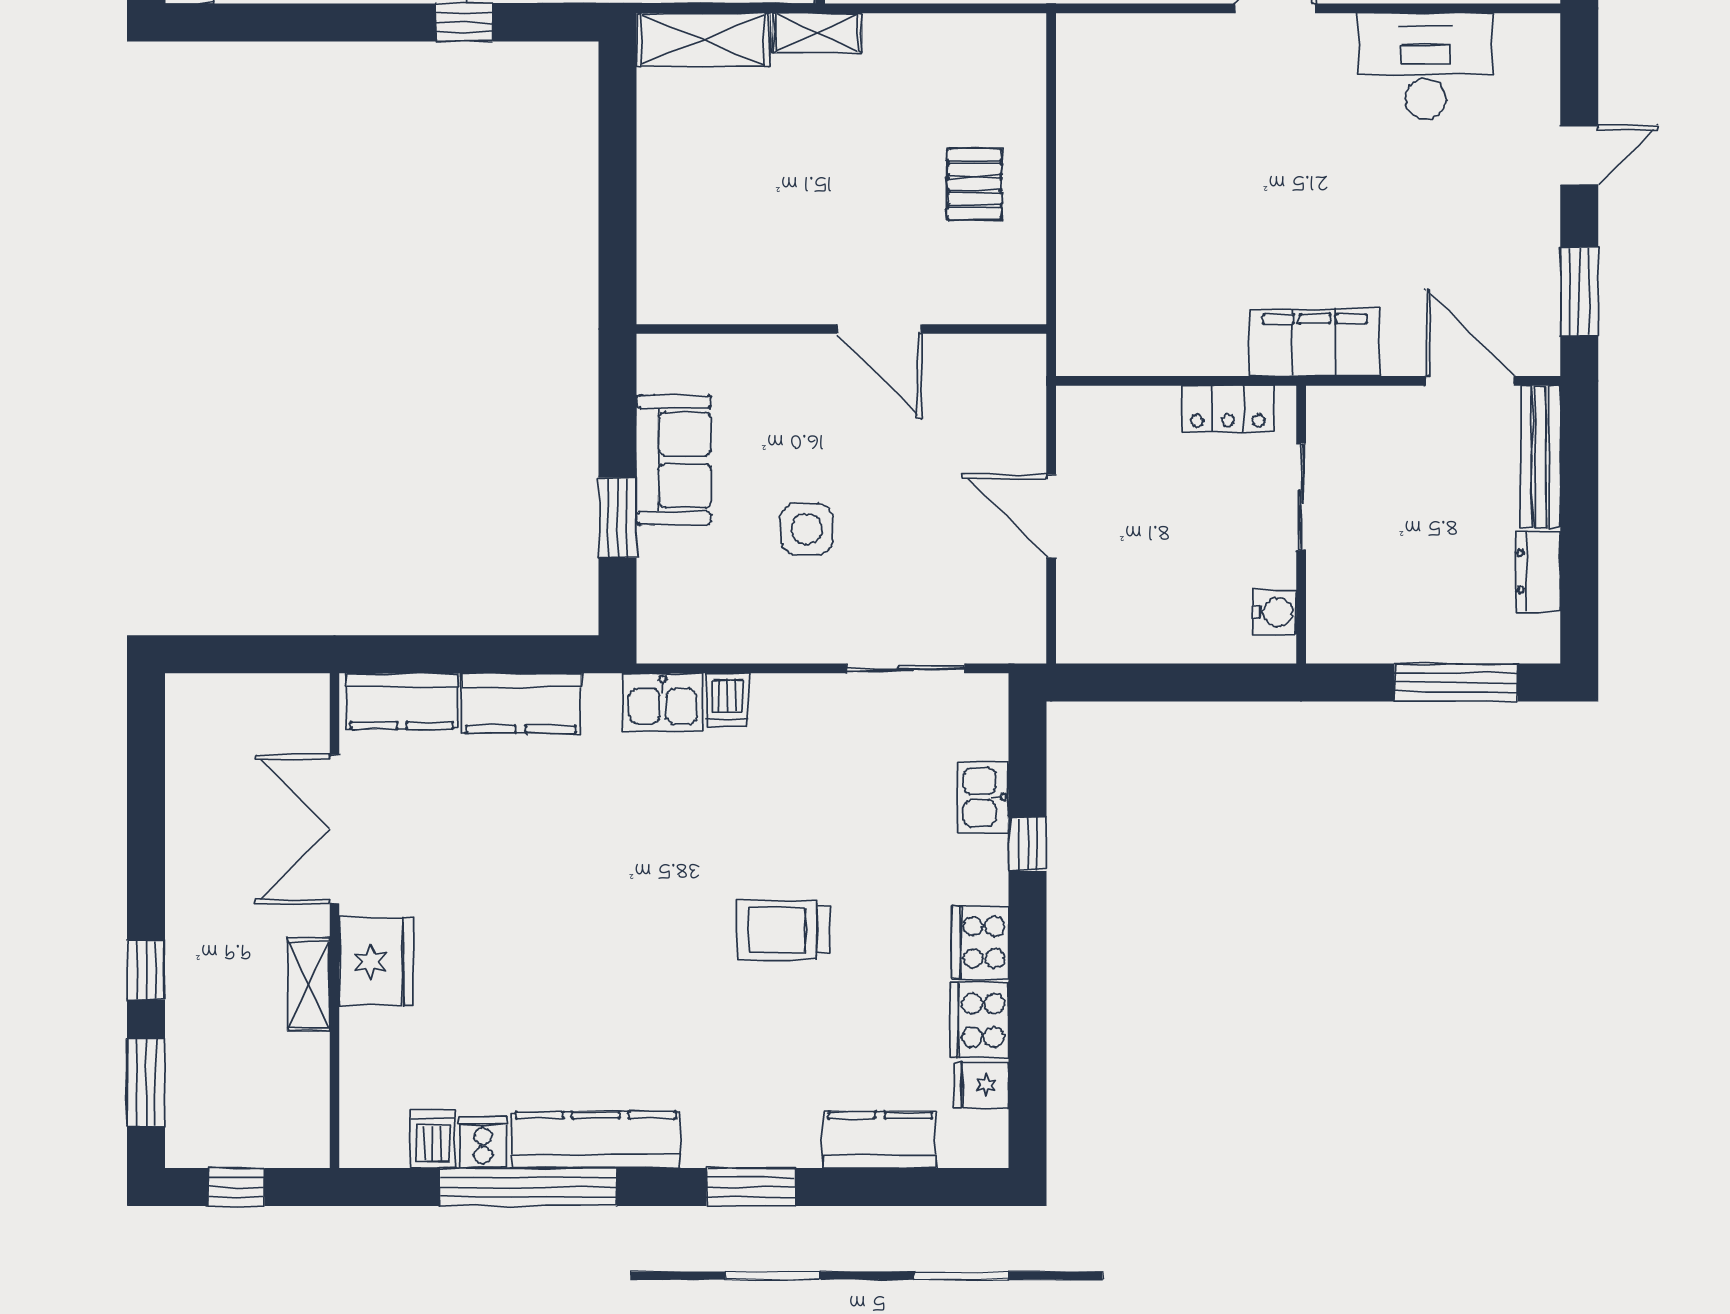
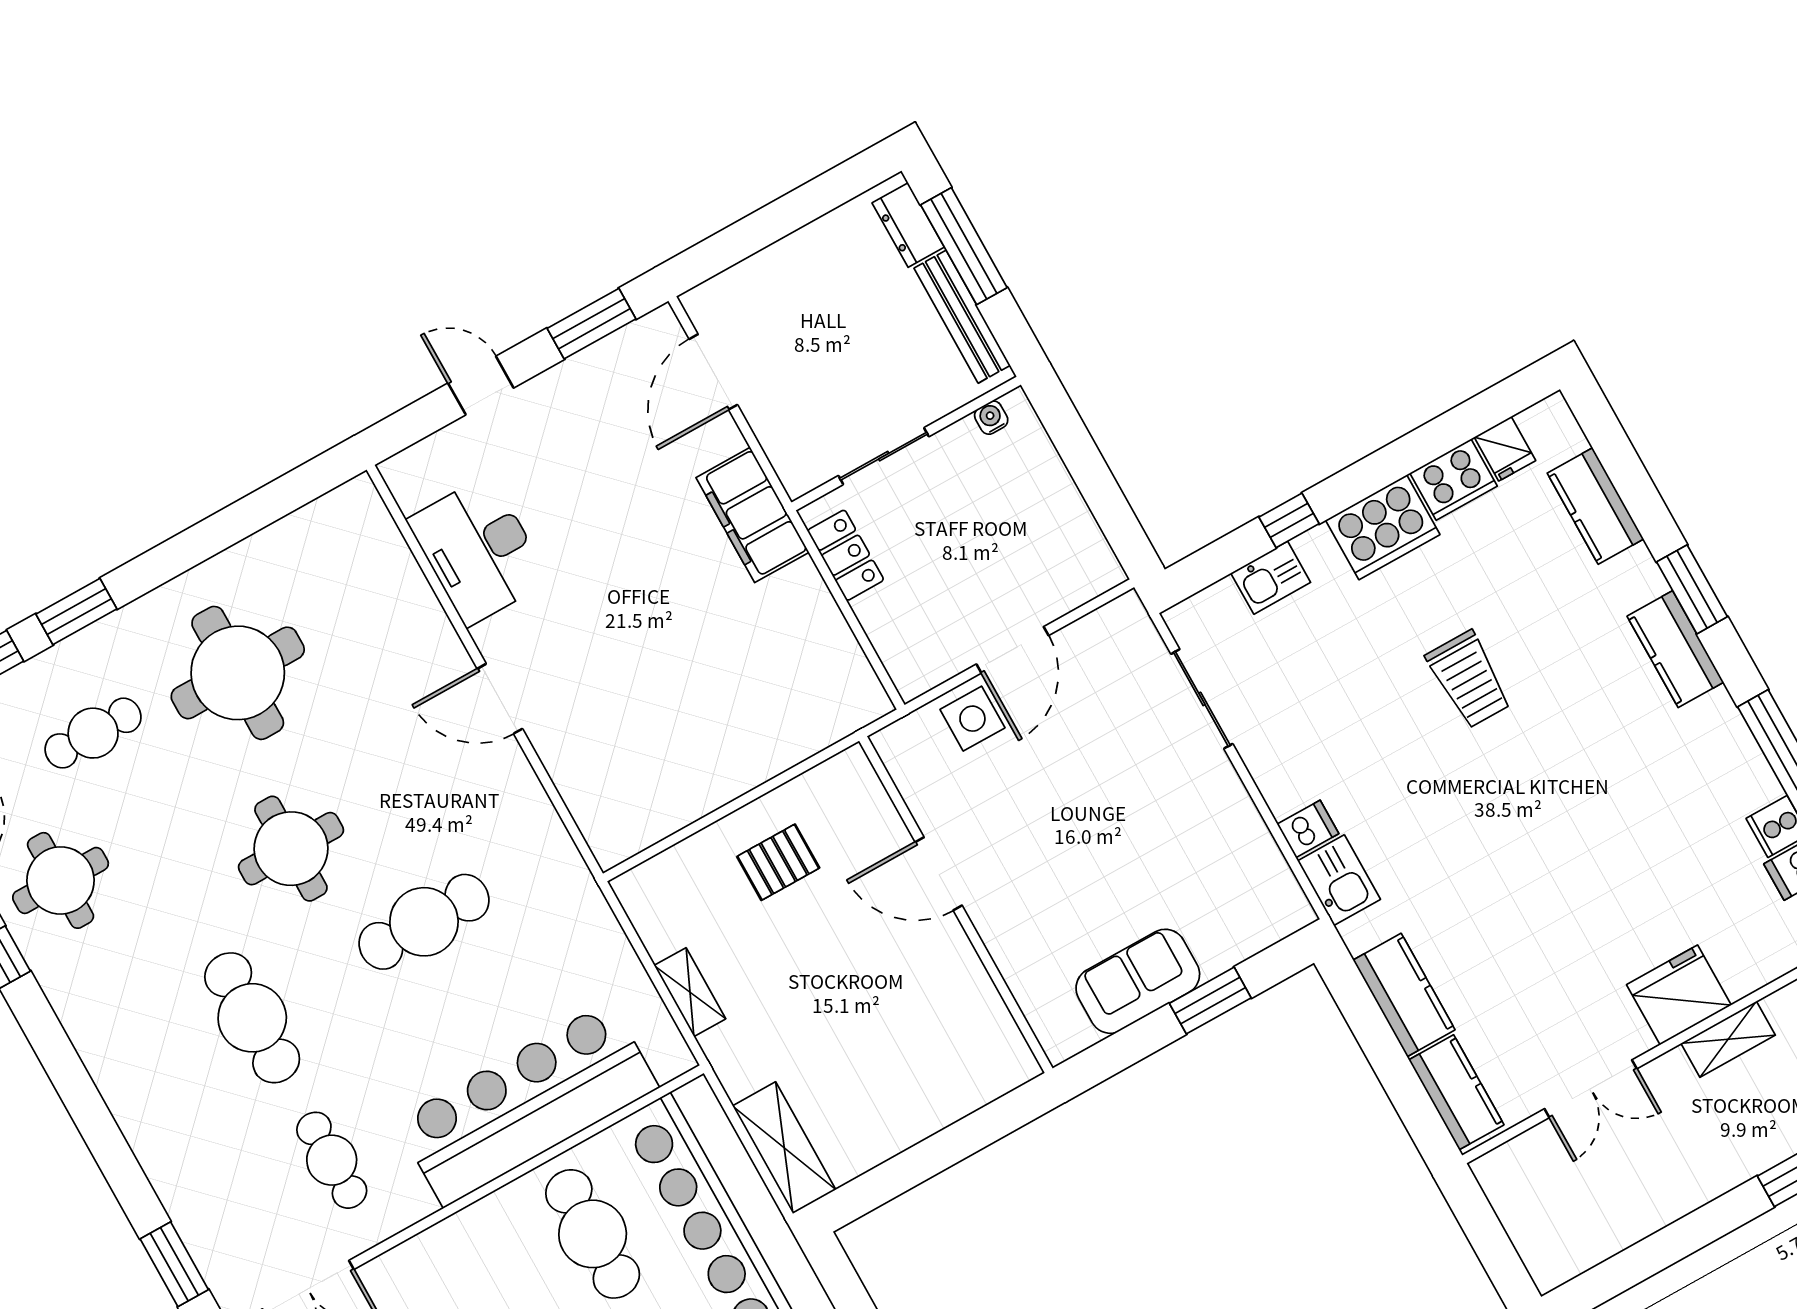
shelving: (817, 33) -> (690, 992), moved
door: (879, 329) -> (939, 874), swing flipped
bench: (1540, 457) -> (962, 317), moved, turned 90
side table: (807, 529) -> (972, 719), moved
dresser: (1538, 571) -> (908, 225), moved, turned 90
water cooler: (1275, 612) -> (991, 418), width x0.72, depth x0.72
double door: (335, 829) -> (1591, 1089), width x0.73
cooker: (981, 942) -> (1383, 527), width x1.37, depth x1.31
kitchen counter: (596, 1140) -> (1675, 649), moved, width x0.67

